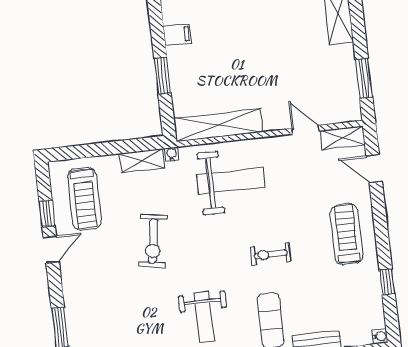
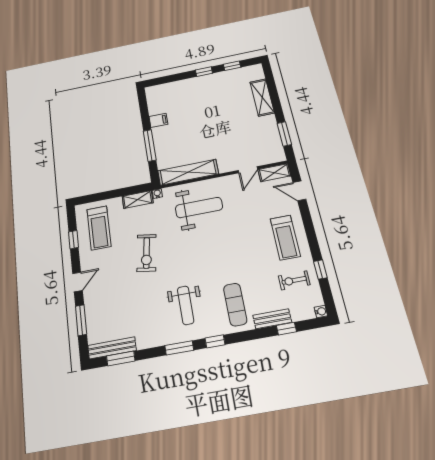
window: (163, 76) -> (150, 145), width x1.44
door: (305, 130) -> (248, 170), swing flipped
treadmill: (346, 234) -> (285, 237), turned 180
door: (51, 249) -> (77, 282), moved
exercise bike: (271, 254) -> (294, 280), moved

